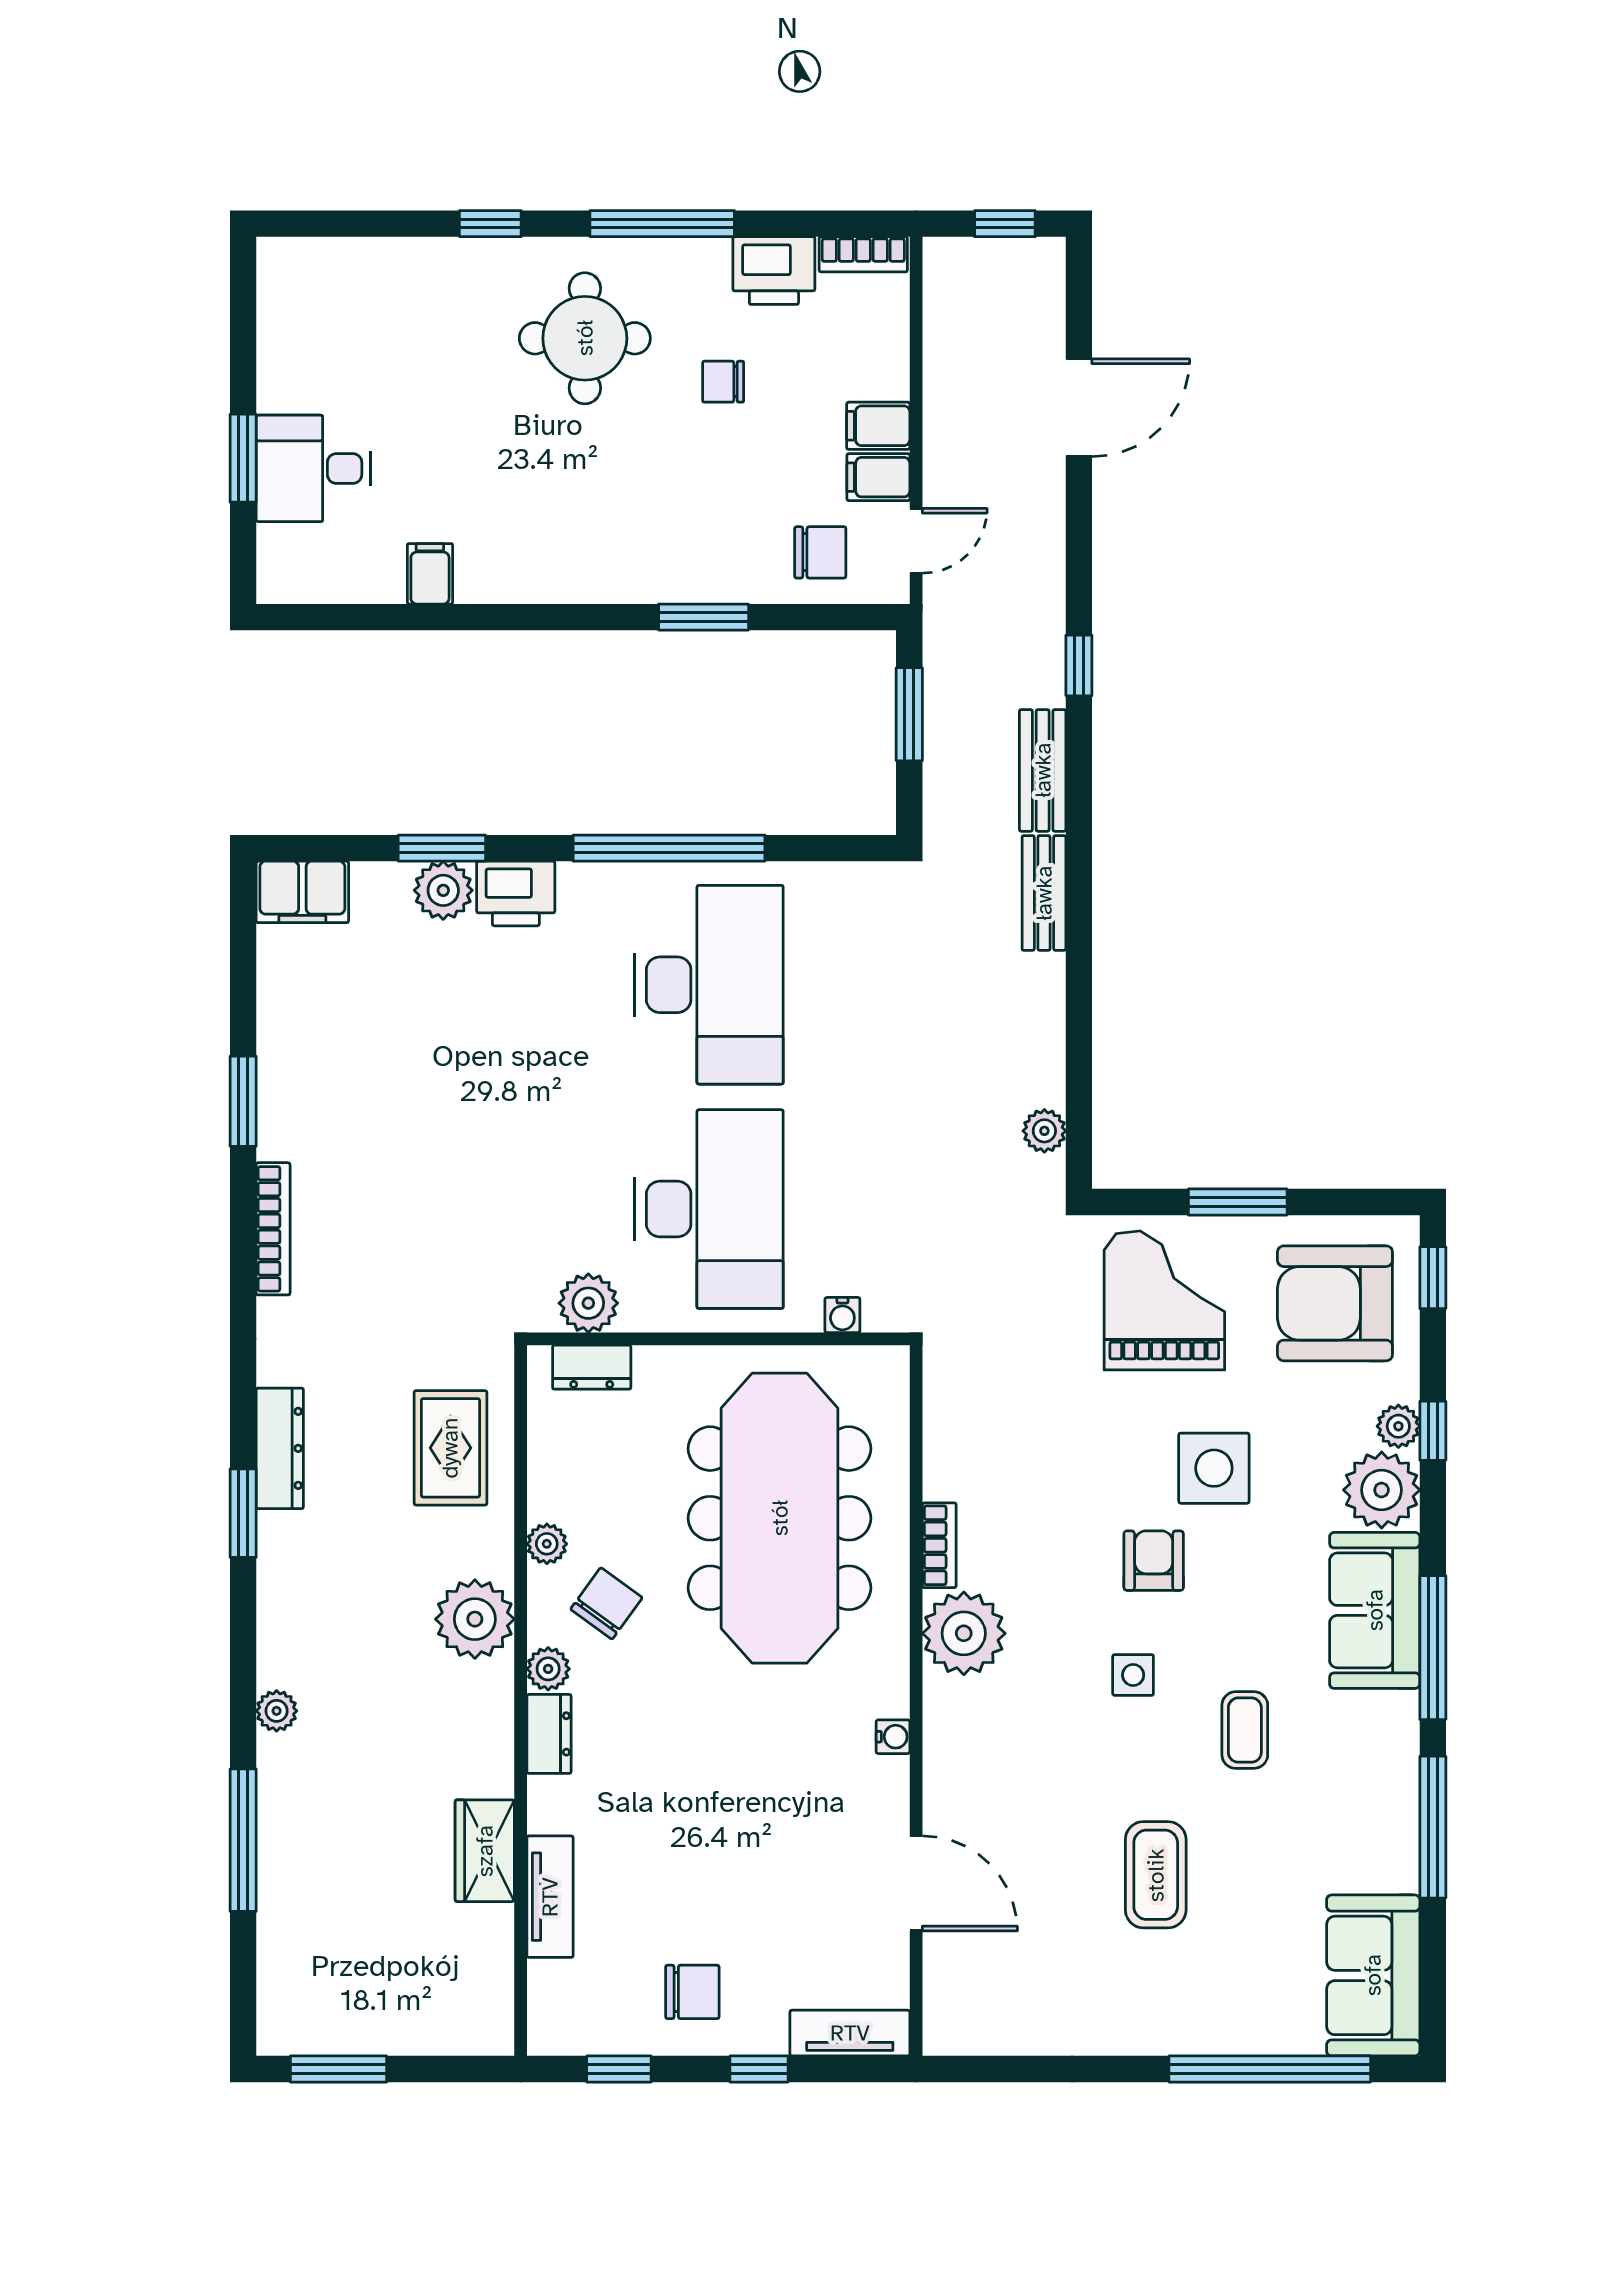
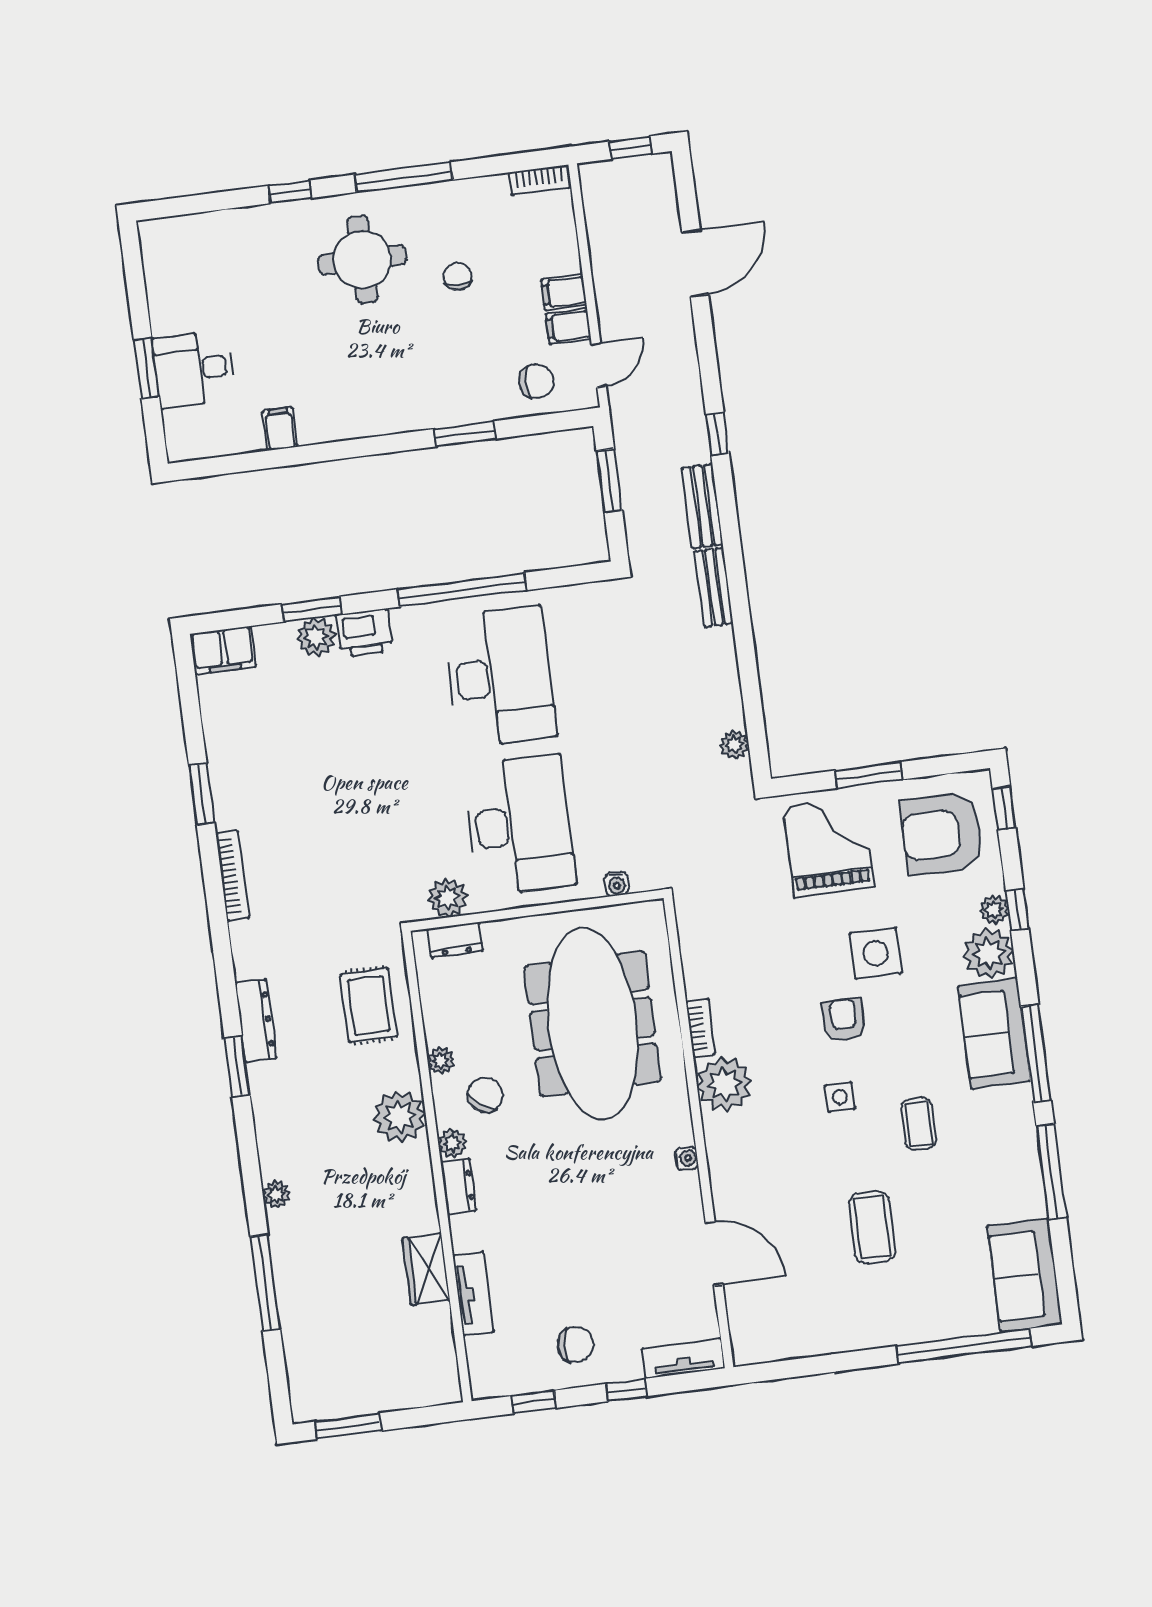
printer: (774, 271) -> (482, 199), removed
chair: (723, 382) -> (458, 276), turned 90

